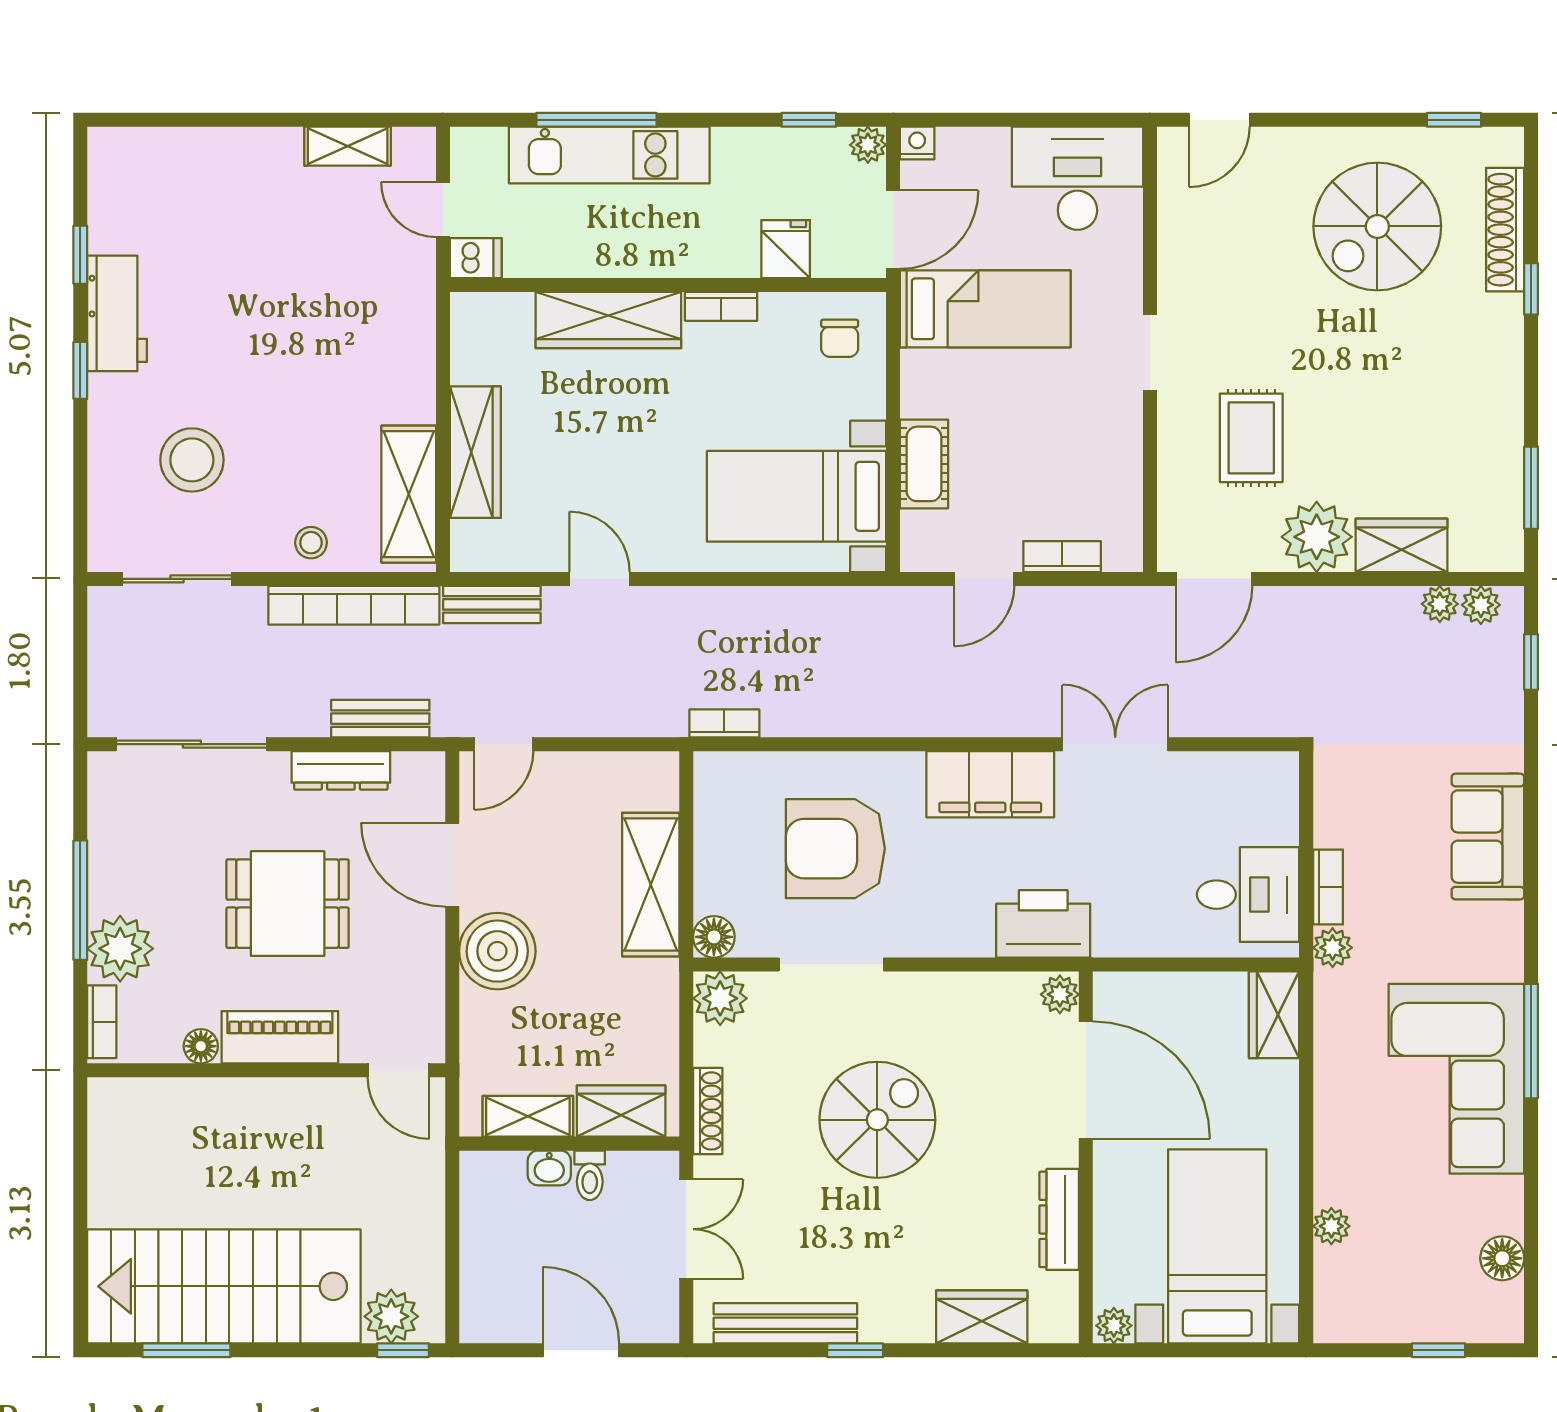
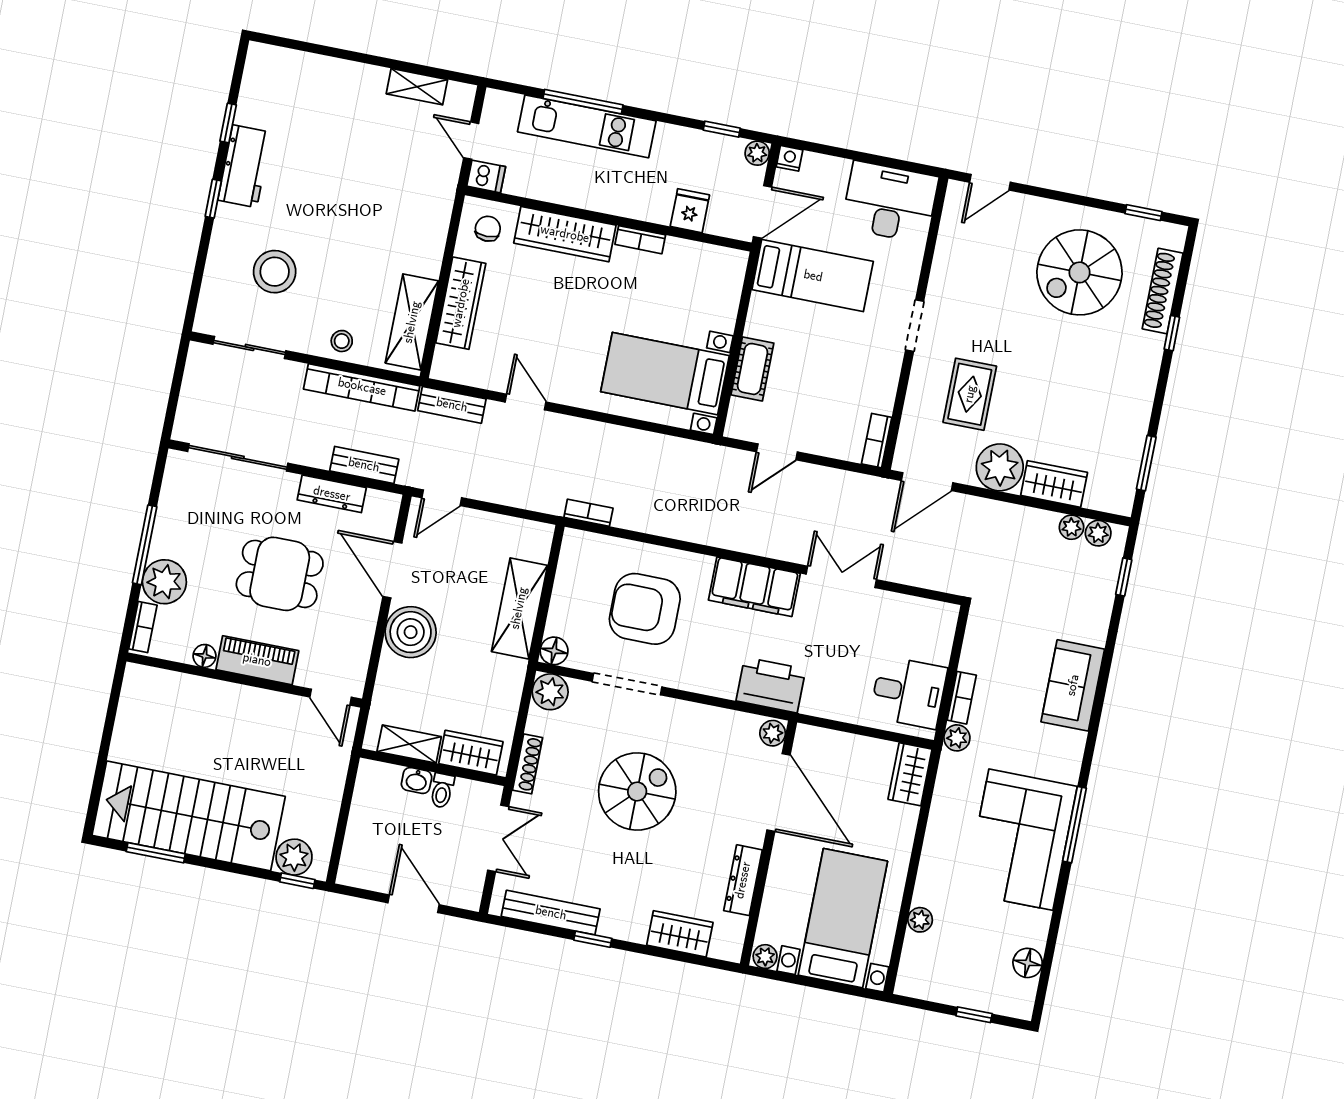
chair: (840, 338) -> (488, 229), moved, turned 180
bookcase: (1062, 557) -> (877, 441), moved, turned -90

